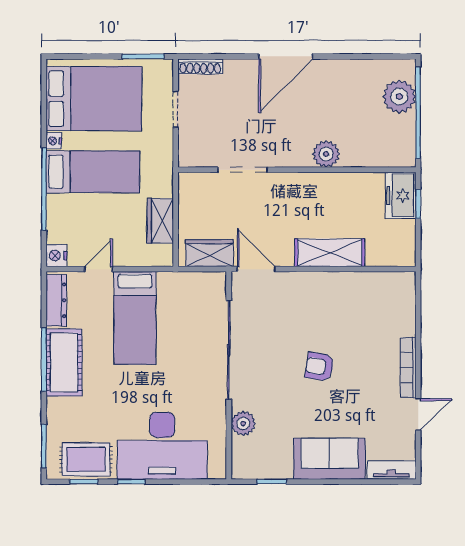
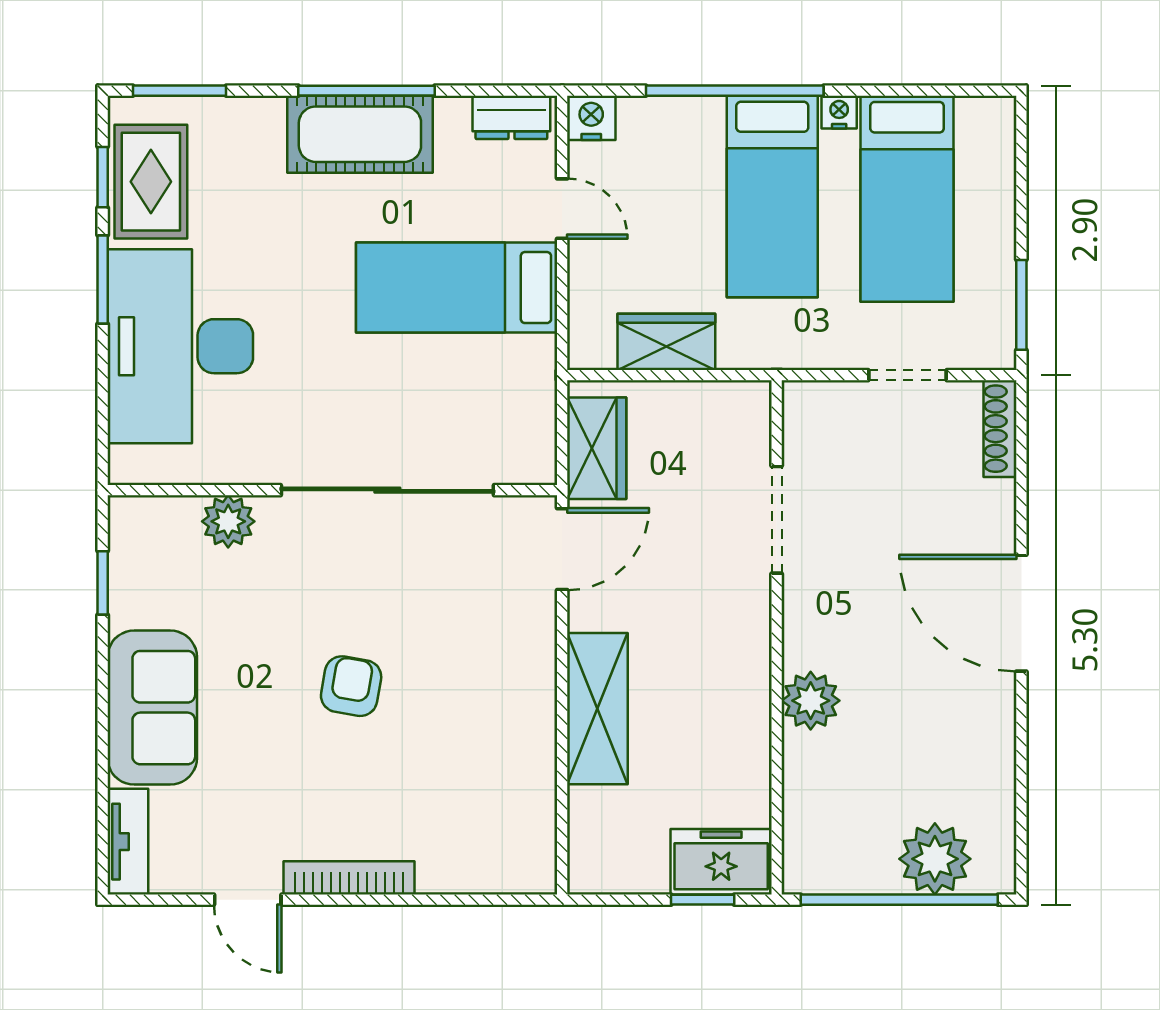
bed: (94, 99) -> (907, 199), width x0.67
dresser: (56, 300) -> (511, 117), width x0.70
window: (131, 482) -> (103, 279), width x1.50

